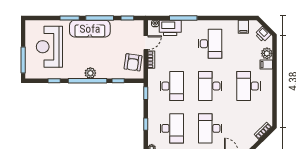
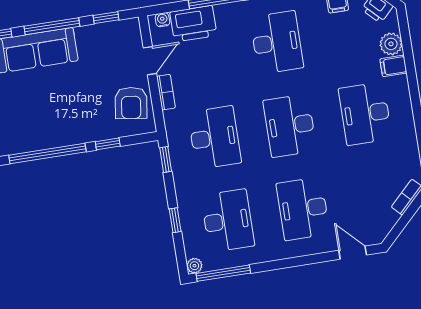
plant: (90, 73) -> (51, 137), removed

